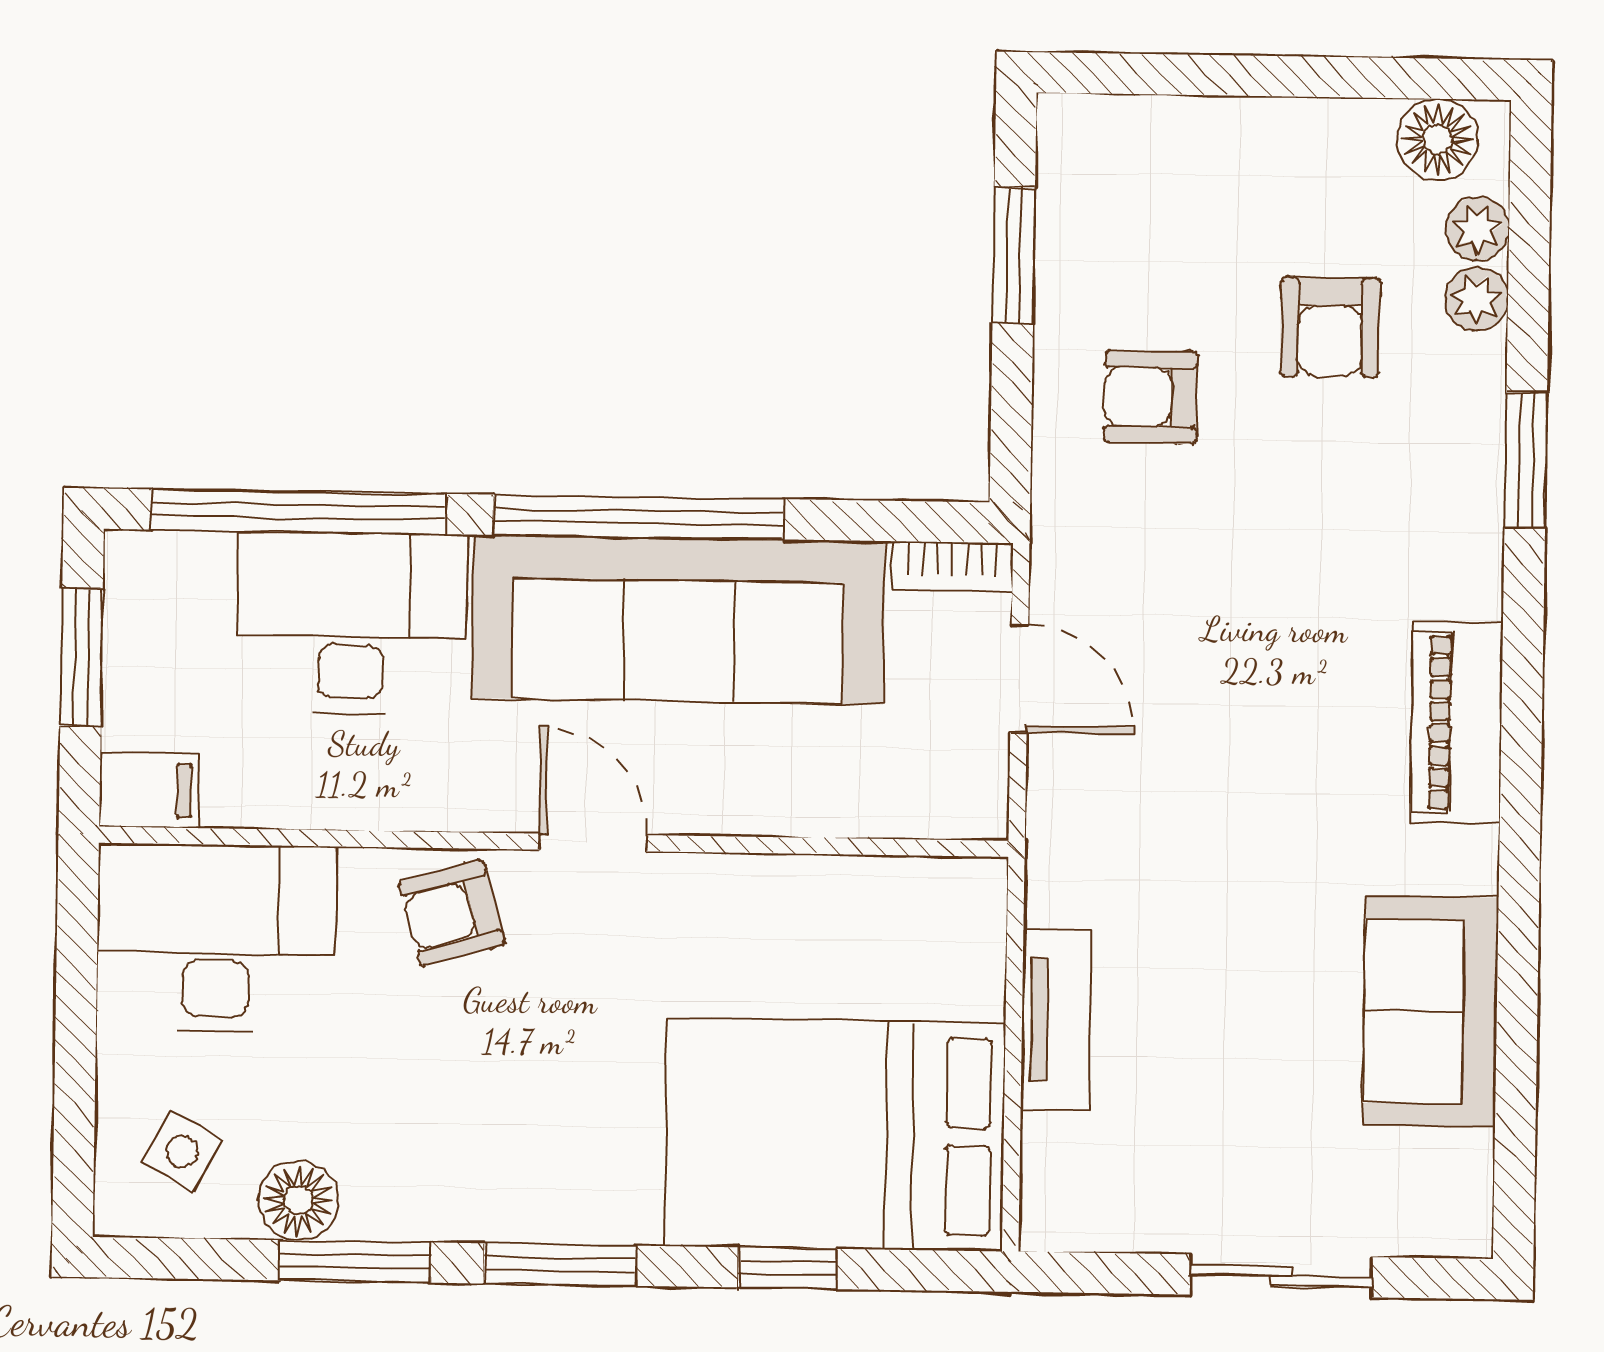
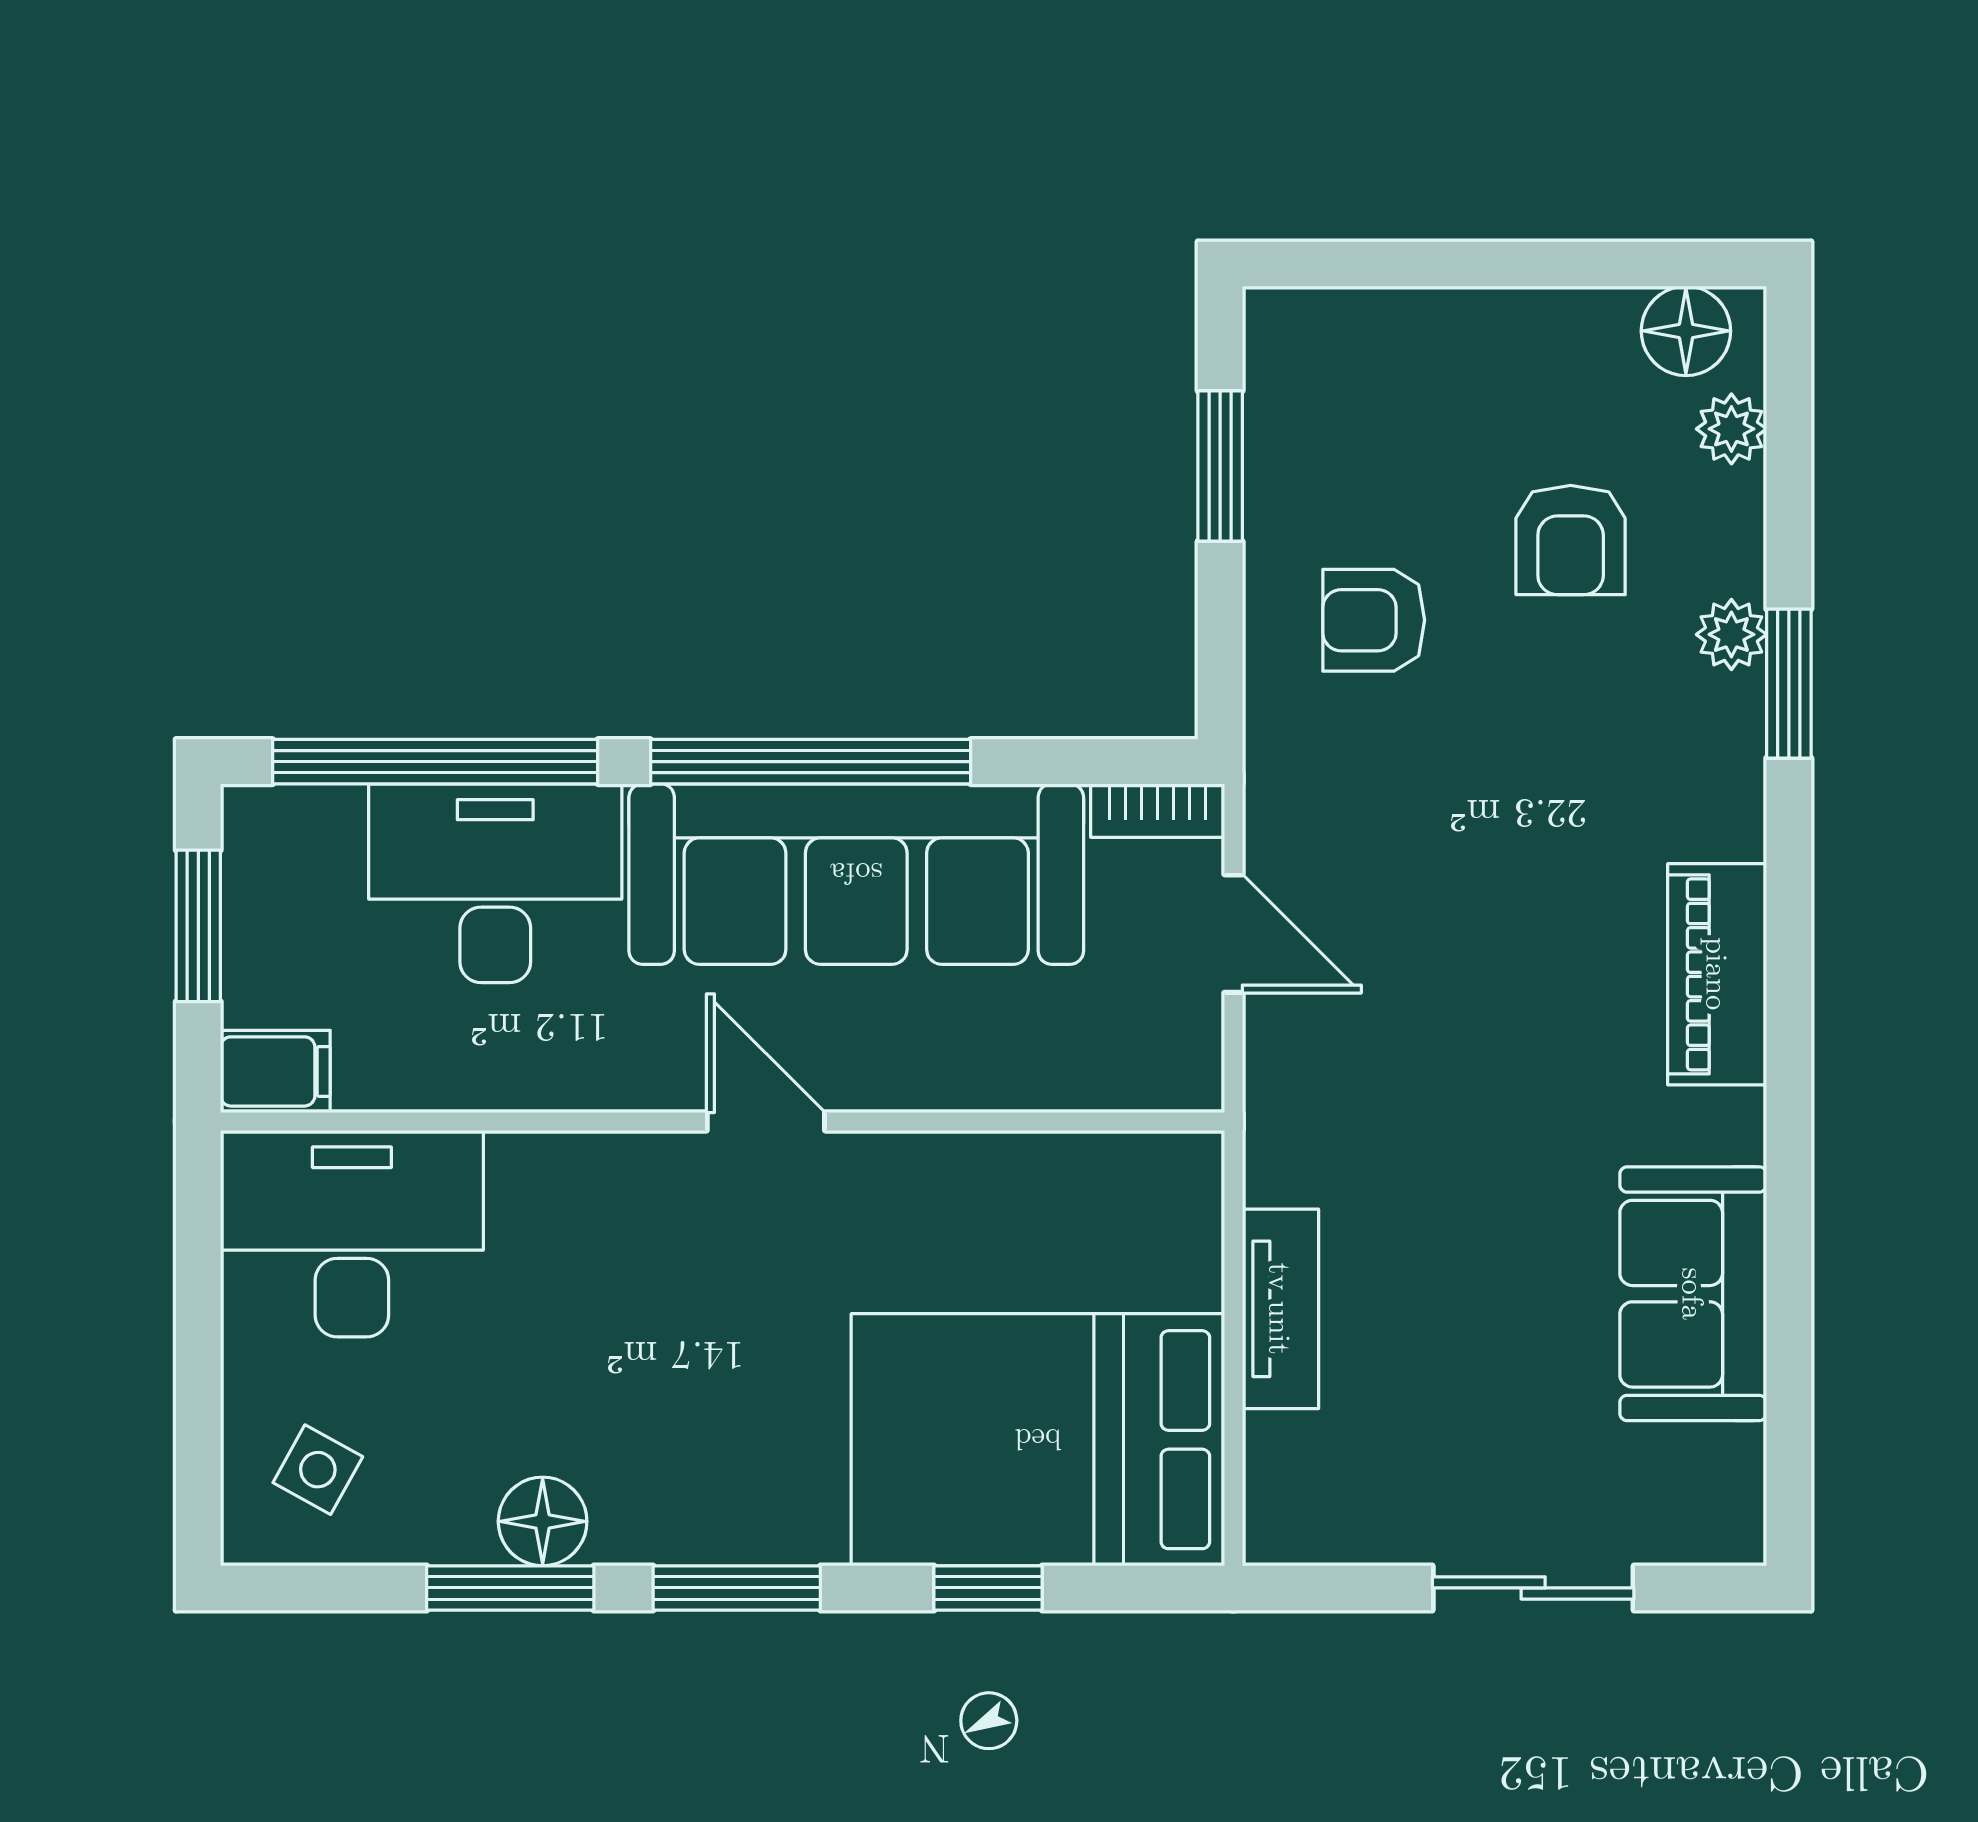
plant: (1476, 299) -> (1731, 634), moved
armchair: (452, 913) -> (612, 1202), removed
floor lamp: (299, 1200) -> (543, 1521), moved

